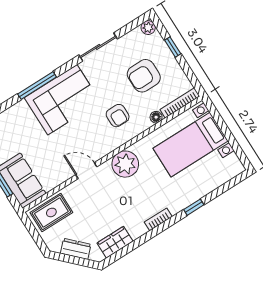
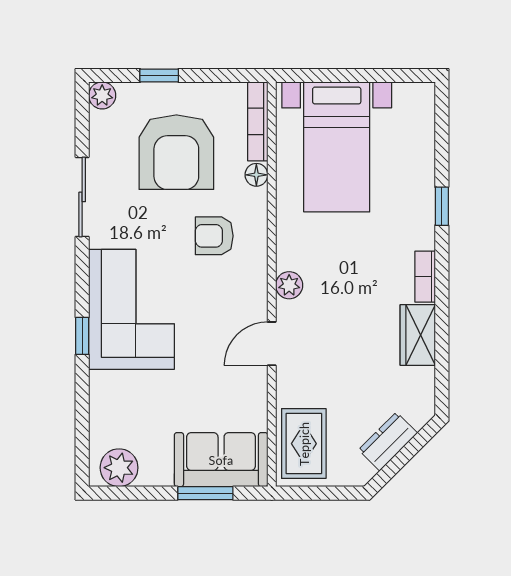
armchair: (144, 76) -> (176, 152), width x1.36, depth x1.36
window: (37, 85) -> (82, 336), width x0.46
armchair: (118, 116) -> (214, 236), turned 180
plant: (125, 164) -> (289, 285), width x0.53, depth x0.53
wardrobe: (115, 242) -> (418, 335), moved

